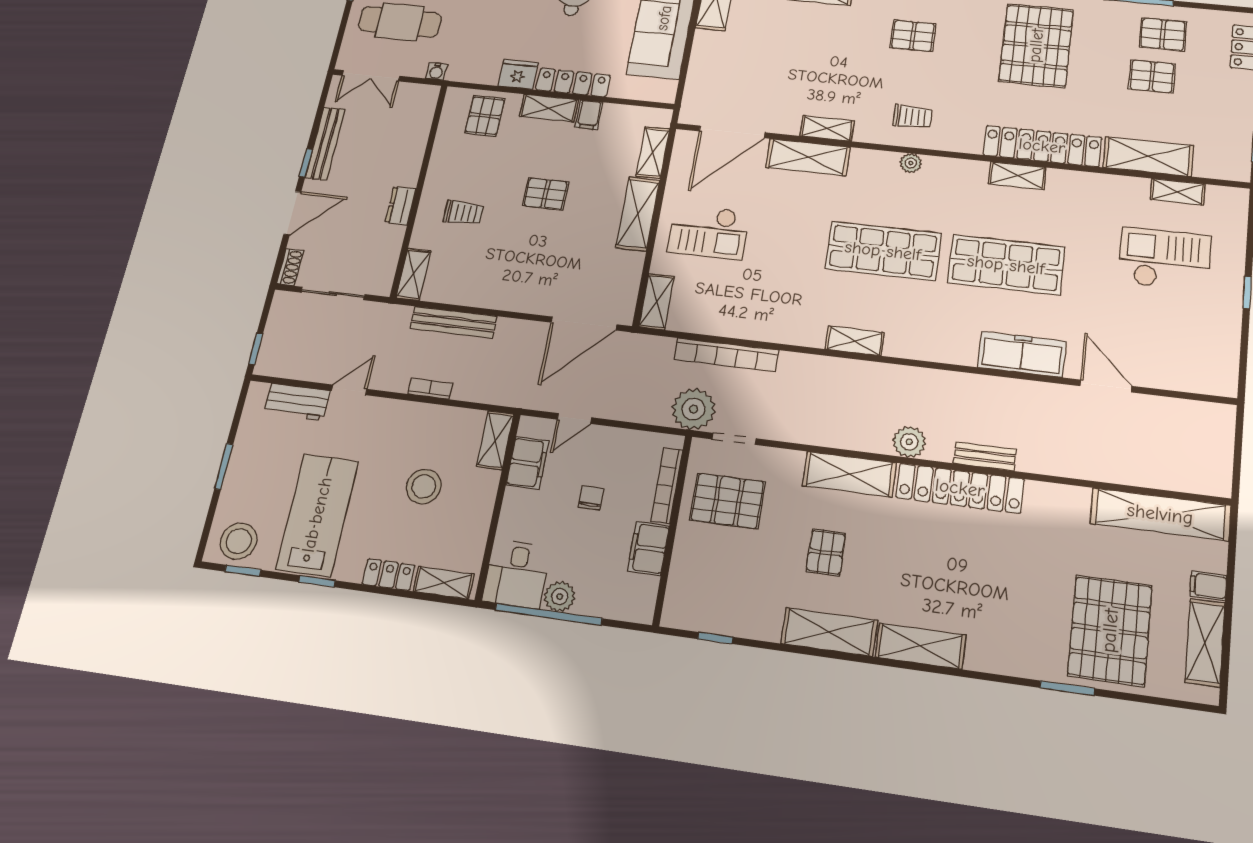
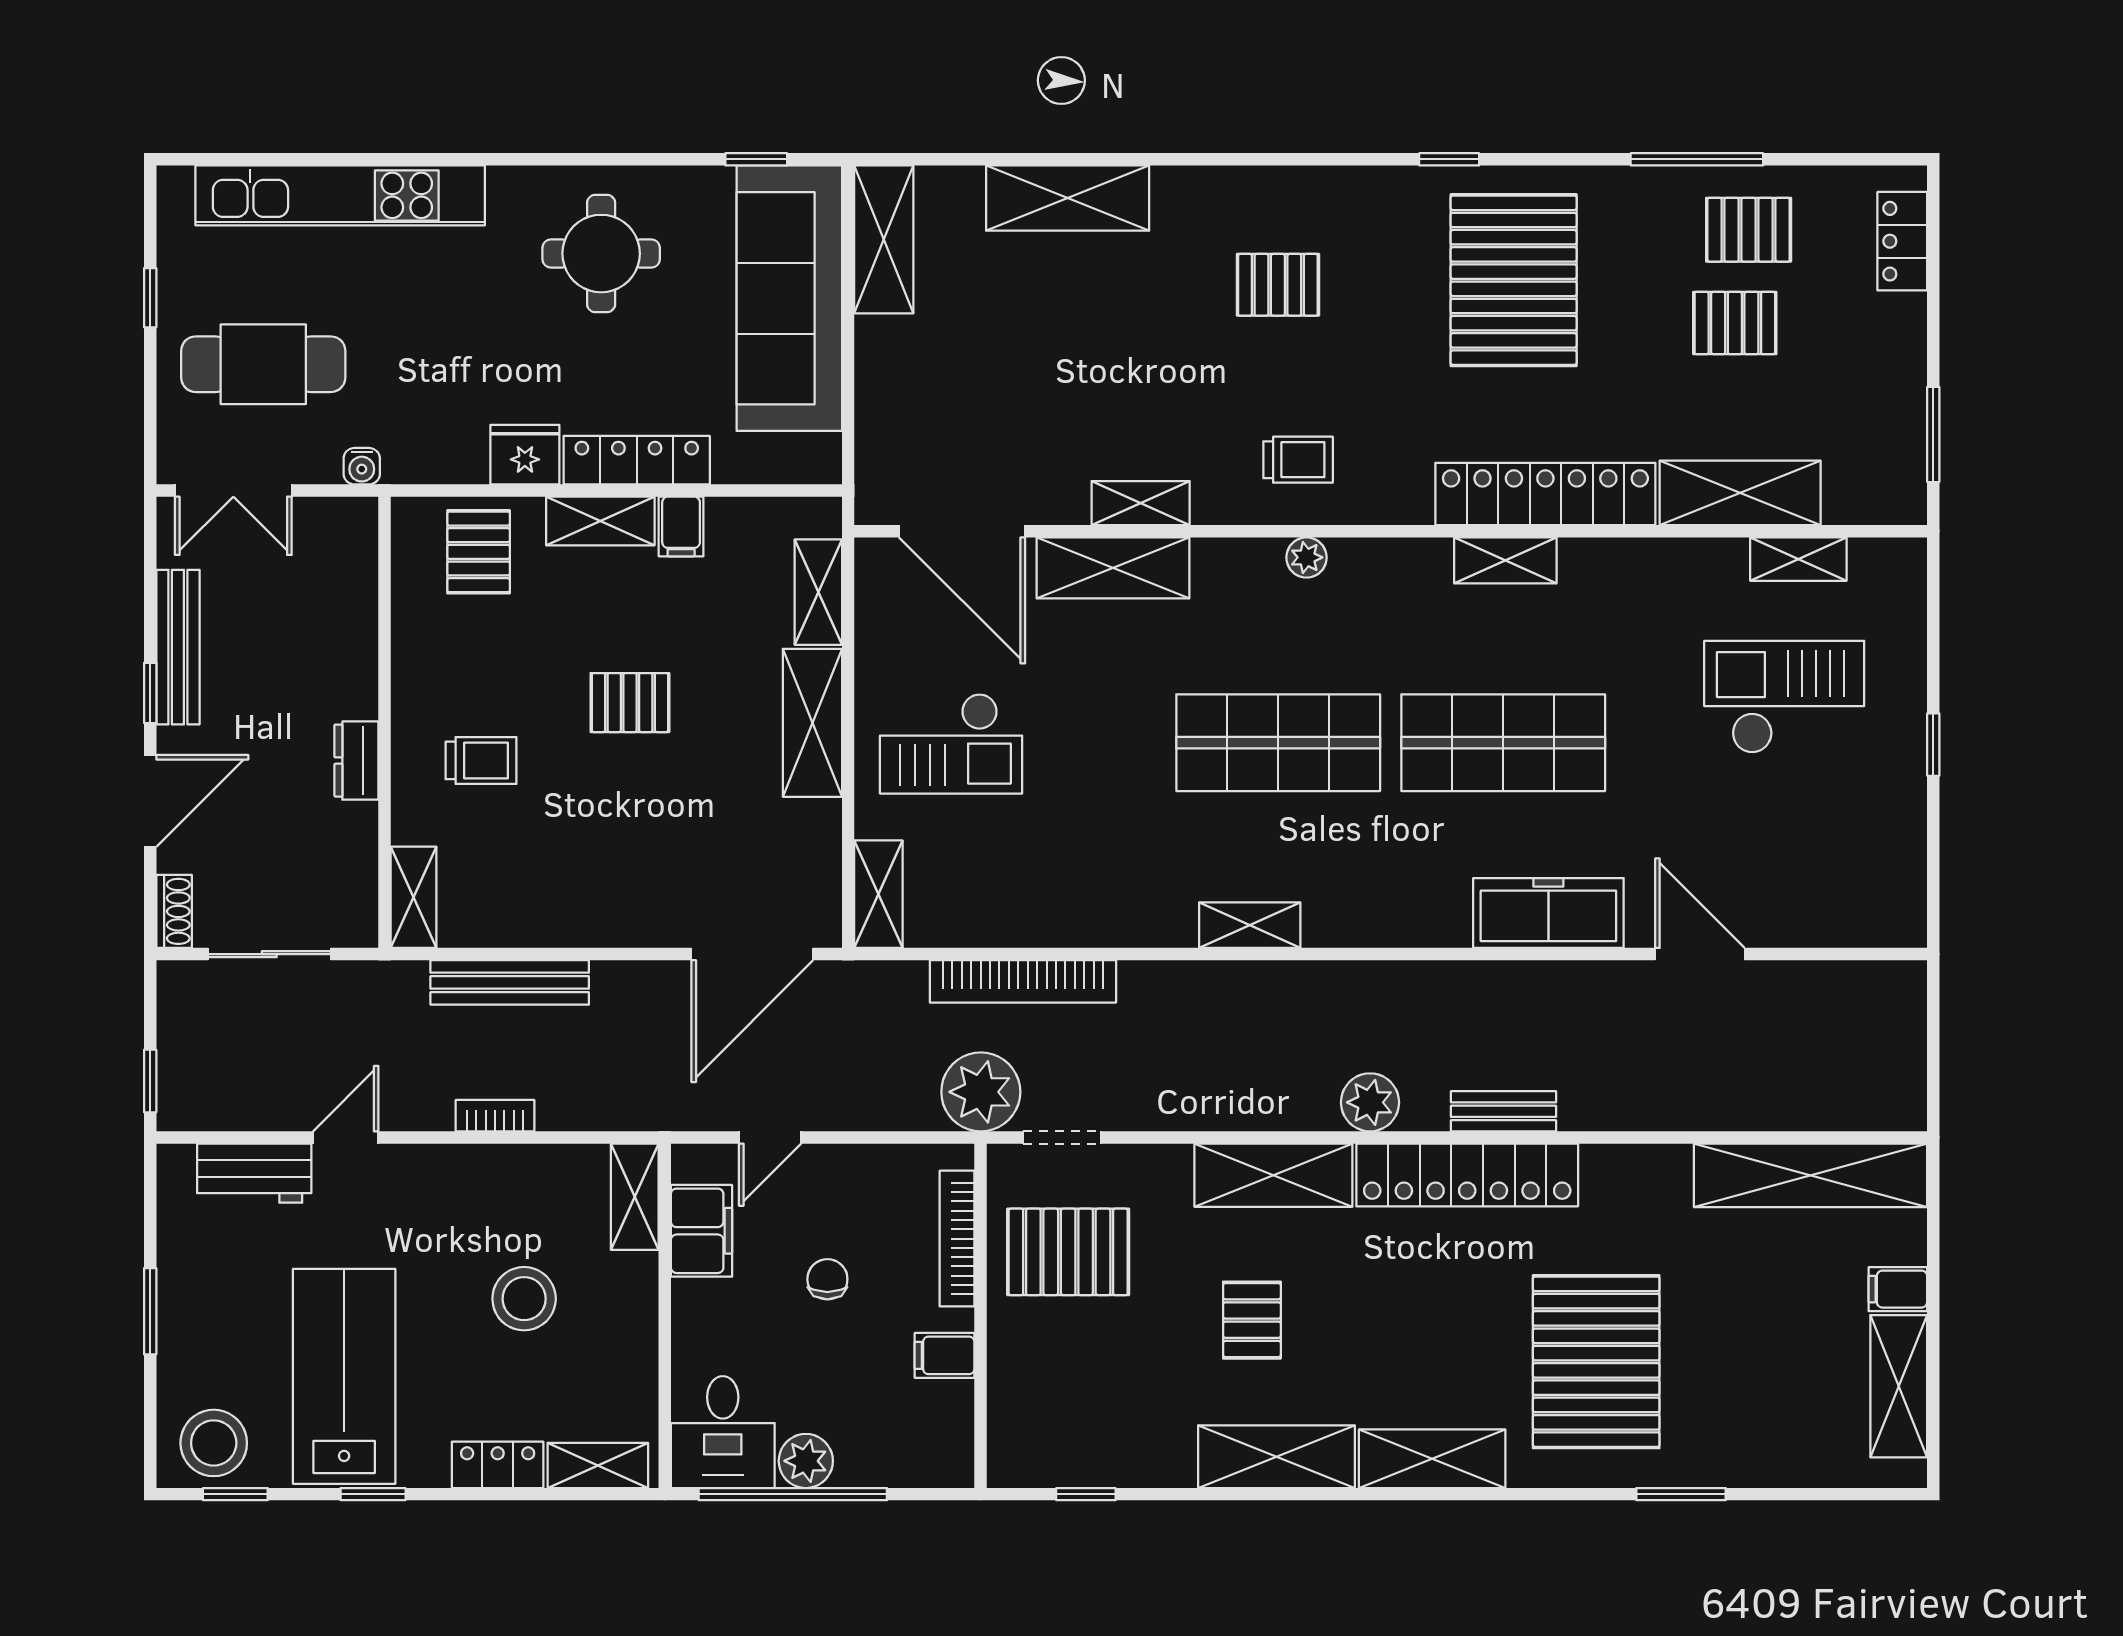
door: (732, 132) -> (962, 531), hinge flipped
filing cabinet: (648, 548) -> (945, 1355), width x0.50
pallet: (1110, 630) -> (1596, 1362), moved

